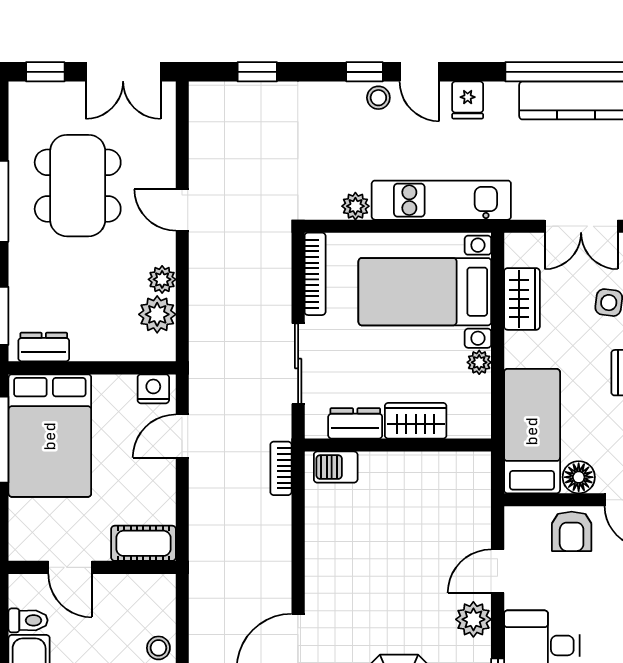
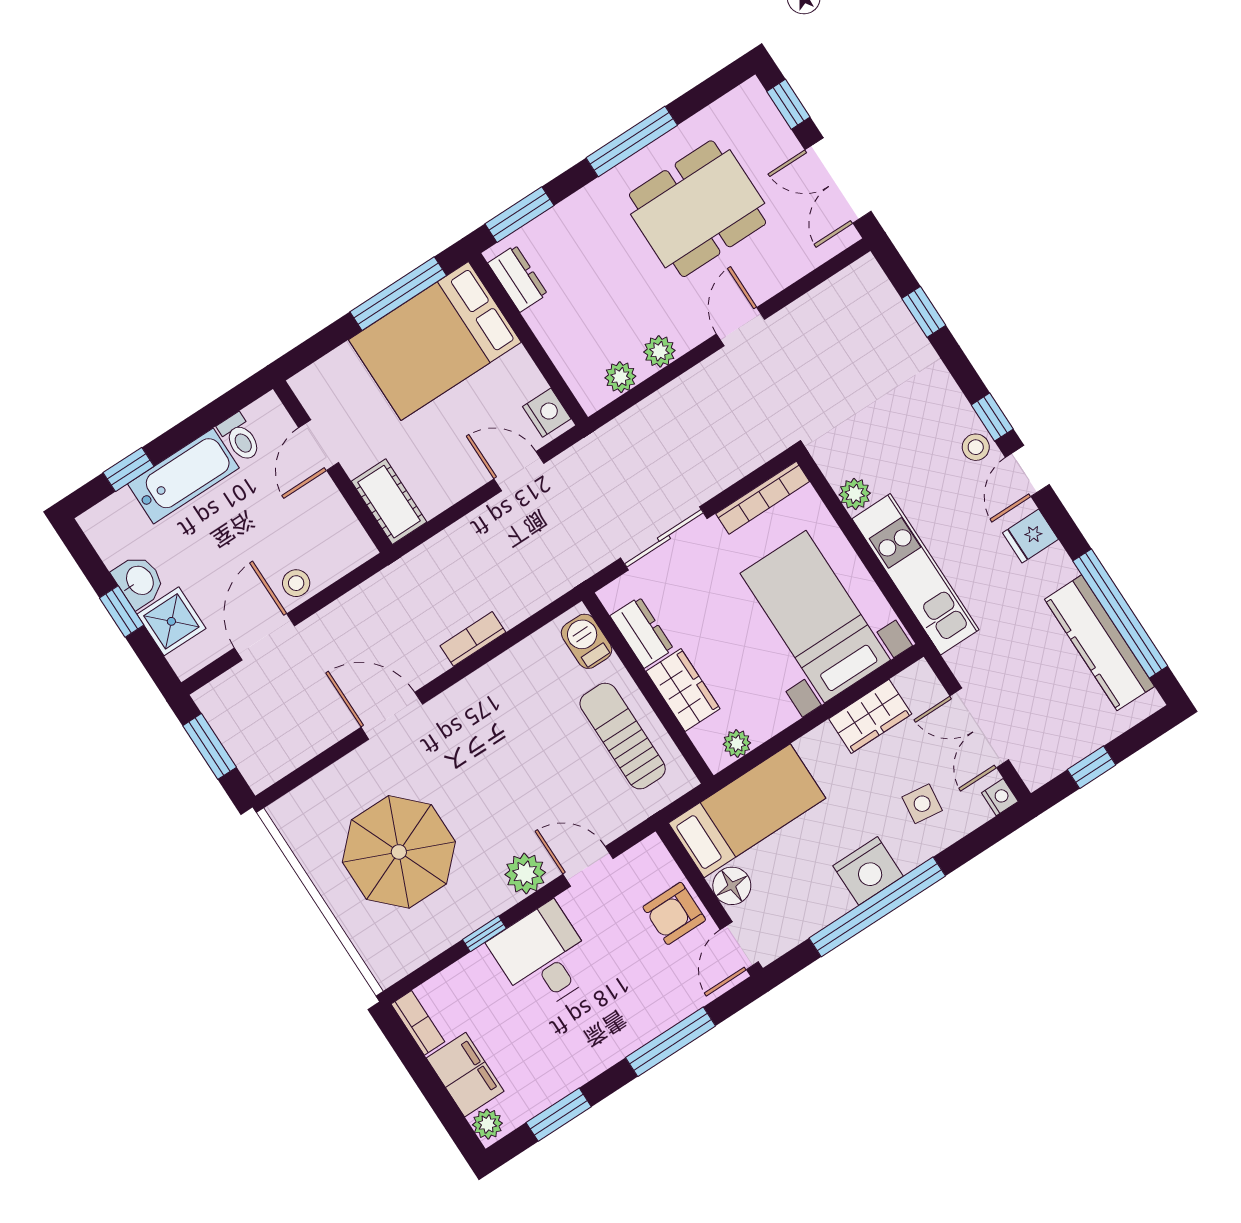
plant: (157, 314) -> (620, 377), width x0.73, depth x0.73
plant: (479, 362) -> (737, 744), moved
bookcase: (281, 468) -> (473, 639), moved
sun lounger: (420, 485) -> (623, 736), added

